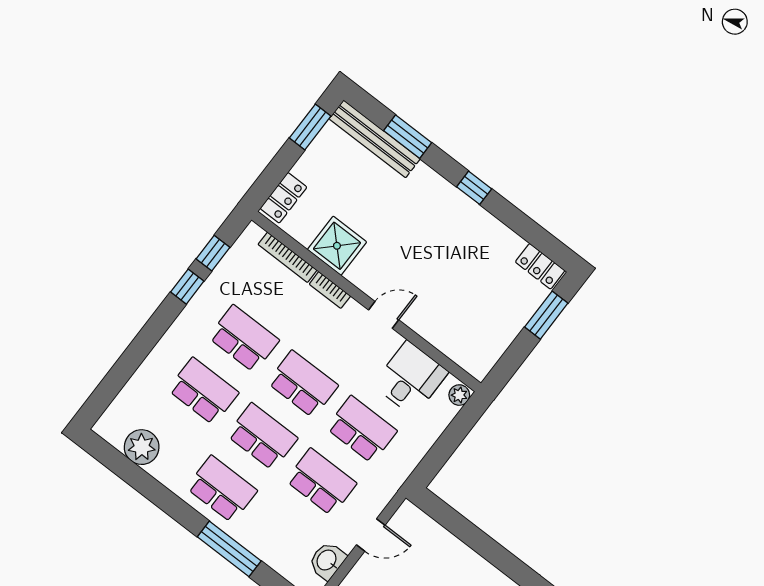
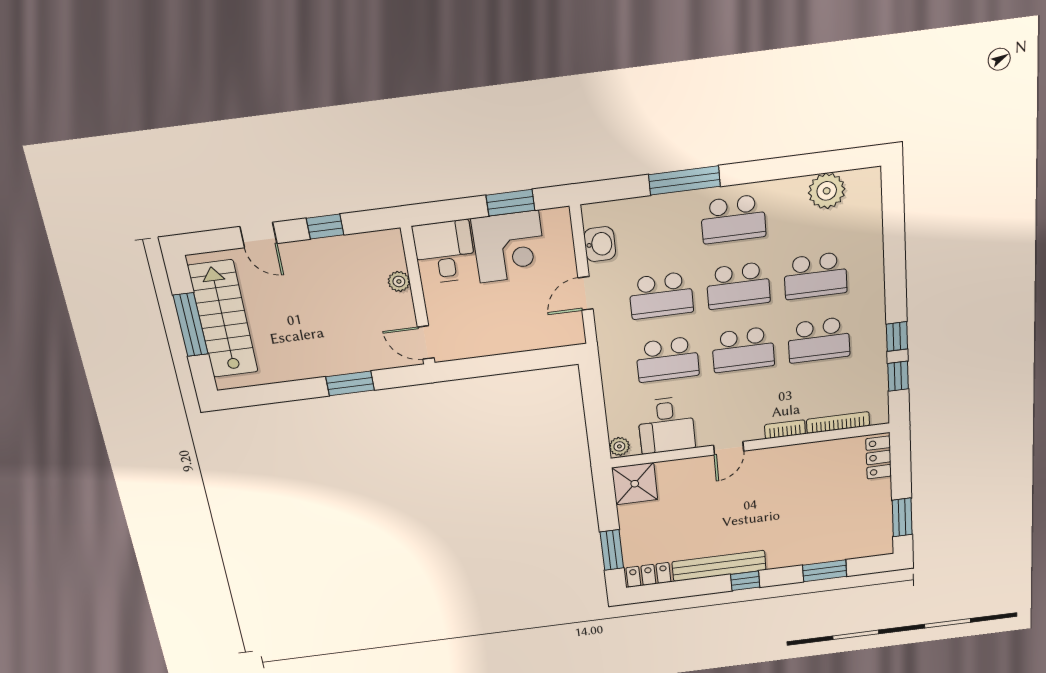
bench: (375, 139) -> (719, 566), moved
shower: (337, 246) -> (635, 484), moved

